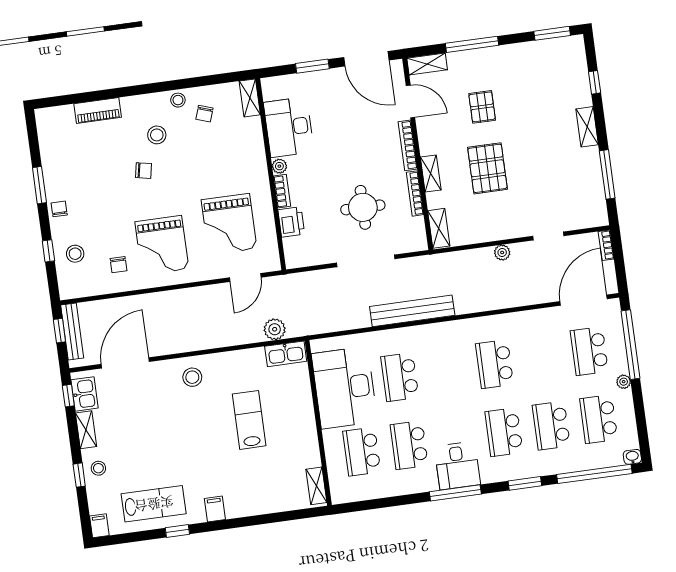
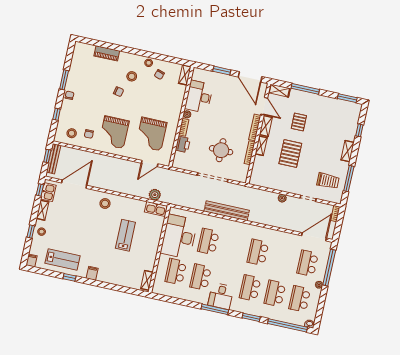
trolley: (572, 192) -> (328, 181), added
shelving: (439, 228) -> (266, 126), moved
stool: (75, 254) -> (72, 133), moved

